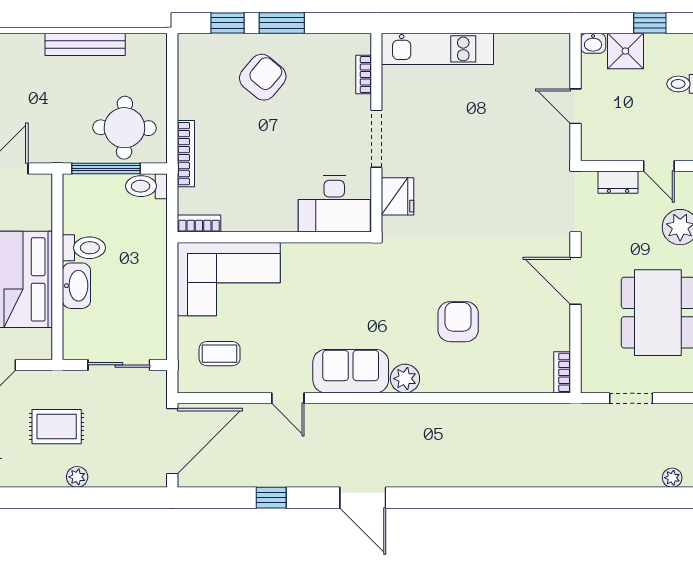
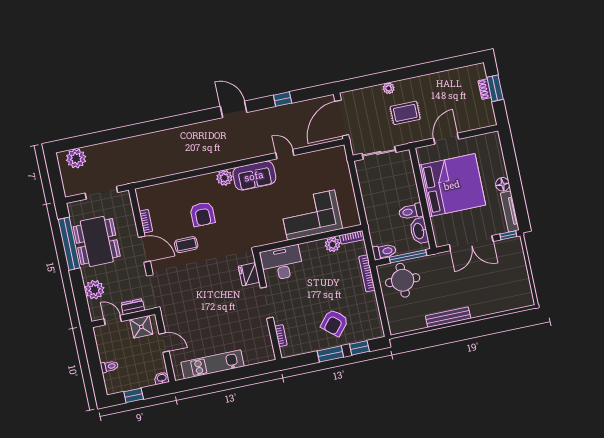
bench: (85, 44) -> (448, 317), moved
kitchen unit: (437, 49) -> (212, 364), moved
shower: (625, 51) -> (141, 327), moved
plant: (237, 218) -> (333, 244), added
corner sofa: (229, 279) -> (311, 215), moved
washbasin: (76, 286) -> (419, 231), moved
coffee table: (220, 354) -> (186, 245), moved
bookcase: (562, 372) -> (146, 221), moved
doorway: (631, 398) -> (101, 193), width x1.38
plant: (672, 478) -> (76, 158), width x1.87, depth x1.87

